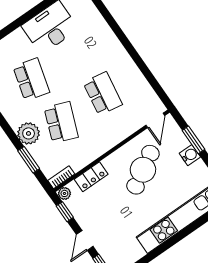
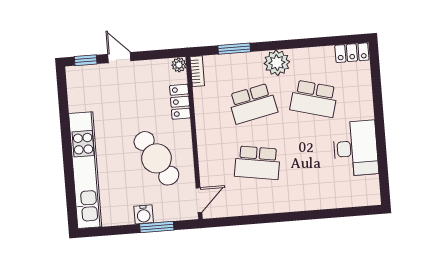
door: (155, 120) -> (199, 200), swing flipped
school desk: (61, 122) -> (253, 104), turned -33
plant: (29, 133) -> (277, 63), moved
window: (65, 212) -> (160, 54), removed

